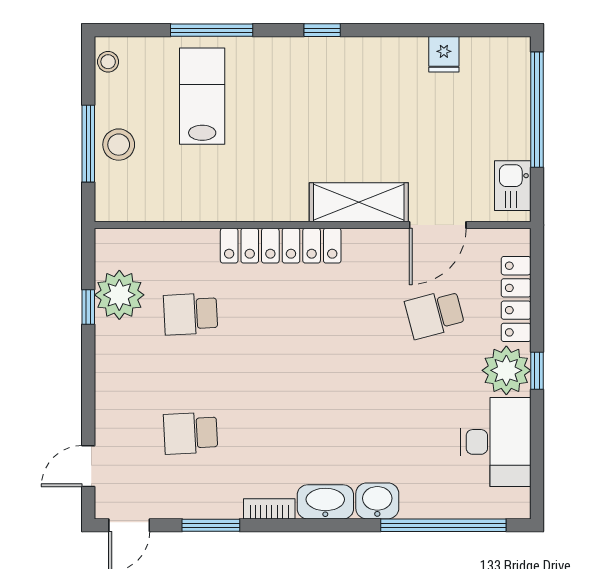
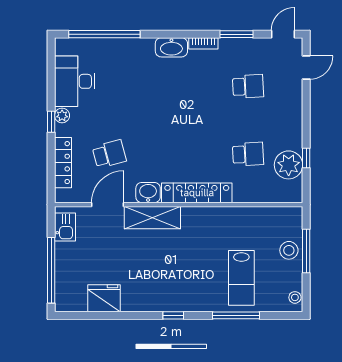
fridge: (444, 54) -> (104, 298), width x1.88, depth x1.34
plant: (506, 370) -> (62, 115), width x0.53, depth x0.53
washbasin: (377, 501) -> (148, 193), moved, turned 180

